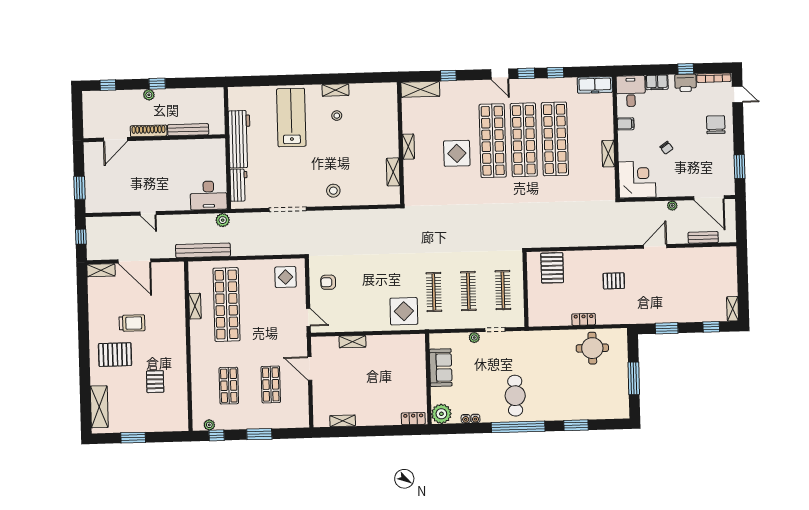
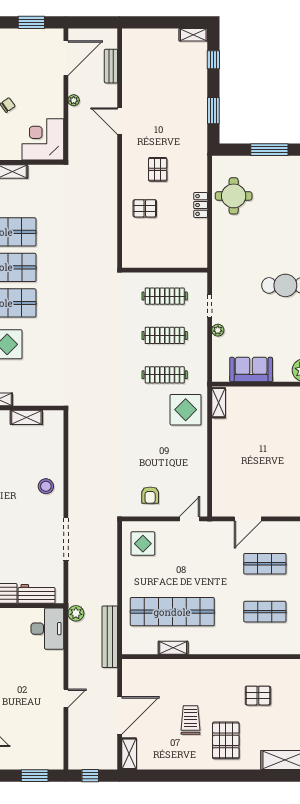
pallet: (552, 268) -> (145, 208), moved, width x0.67, depth x0.71
shelving: (352, 342) -> (219, 403), moved

